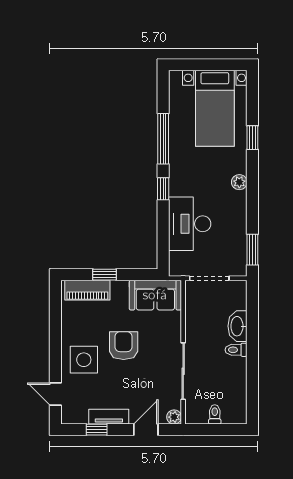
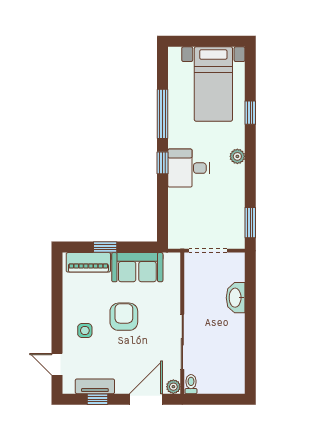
desk: (190, 224) -> (189, 168), moved, width x0.73
sofa: (155, 295) -> (137, 267), moved
toilet: (236, 350) -> (234, 321), removed
side table: (84, 360) -> (85, 331), width x0.54, depth x0.54
toilet: (215, 414) -> (191, 384), moved
tv unit: (109, 417) -> (95, 386), moved
door: (146, 430) -> (146, 399), width x1.38

